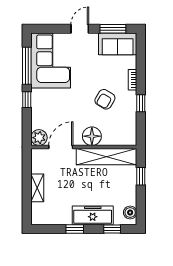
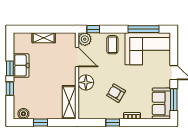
window: (27, 100) -> (93, 29), moved
coffee table: (46, 104) -> (112, 45), added
shelving: (106, 157) -> (69, 102), width x0.68
window: (141, 176) -> (40, 122), moved
freezer: (93, 215) -> (21, 65), moved, width x0.71
window: (112, 229) -> (10, 89), moved

